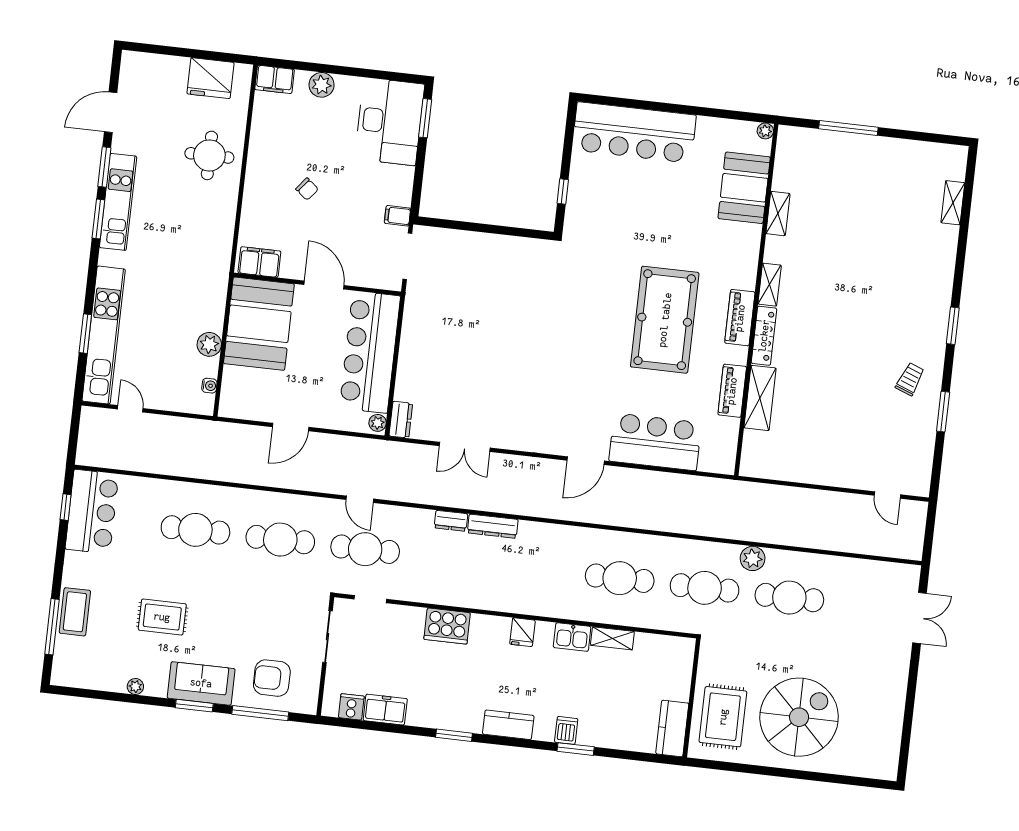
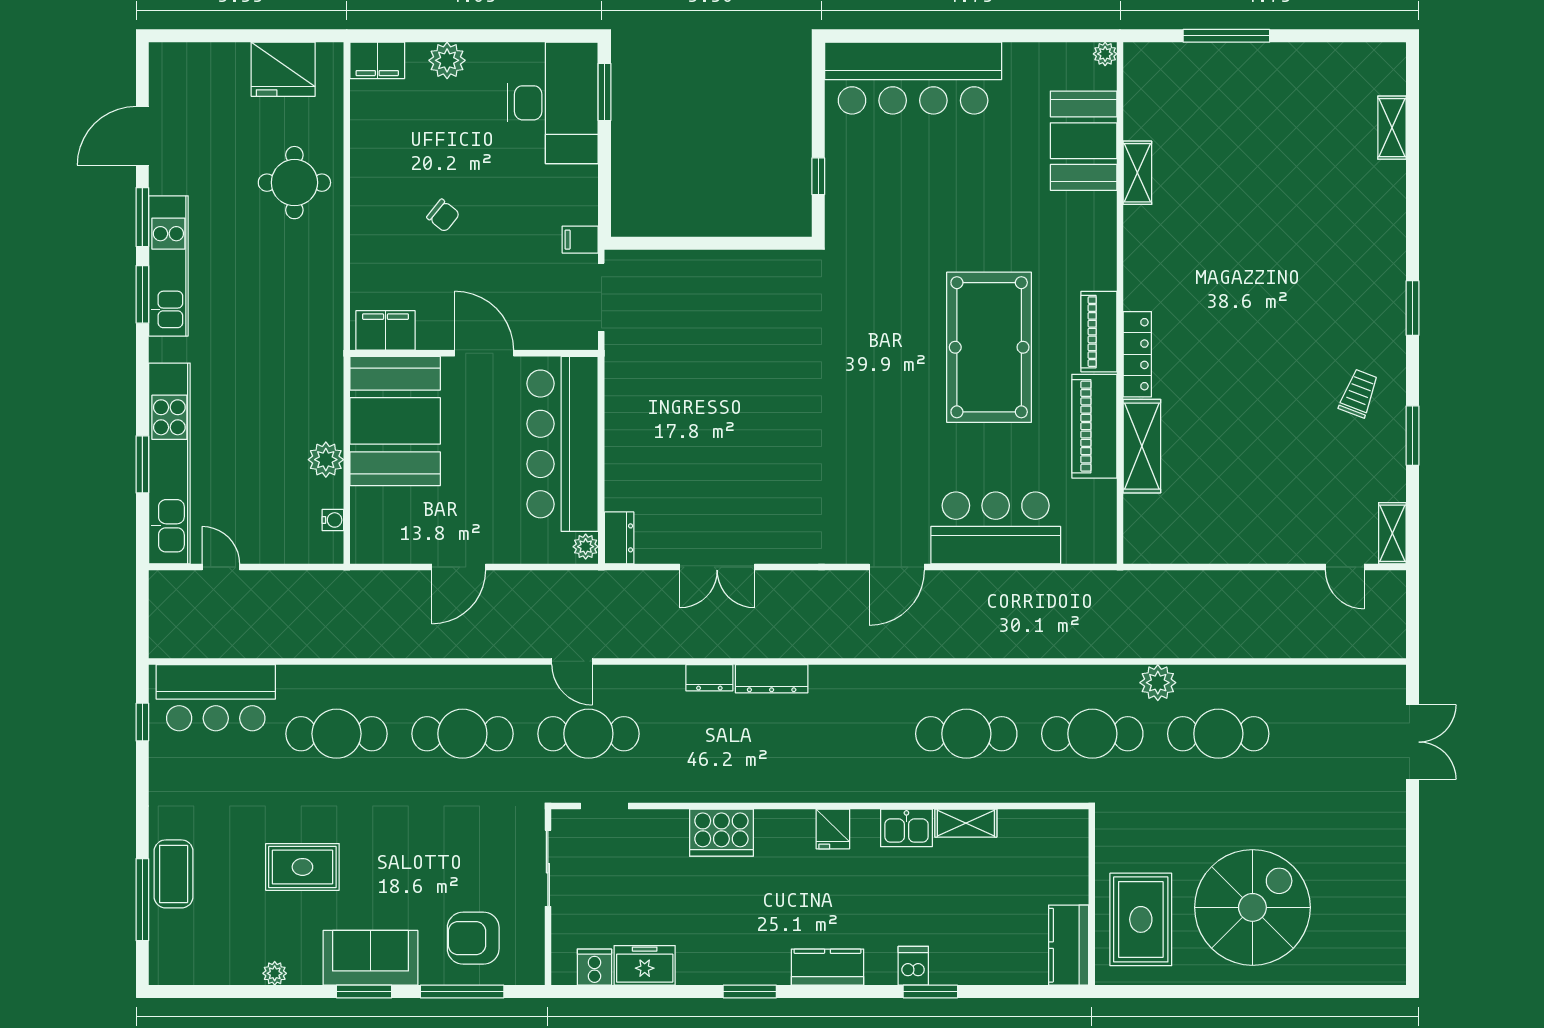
shelving: (770, 285) -> (1392, 533), moved
piano: (732, 391) -> (1094, 426), width x1.37, depth x1.33
bar counter: (92, 512) -> (216, 698), moved, turned 90

